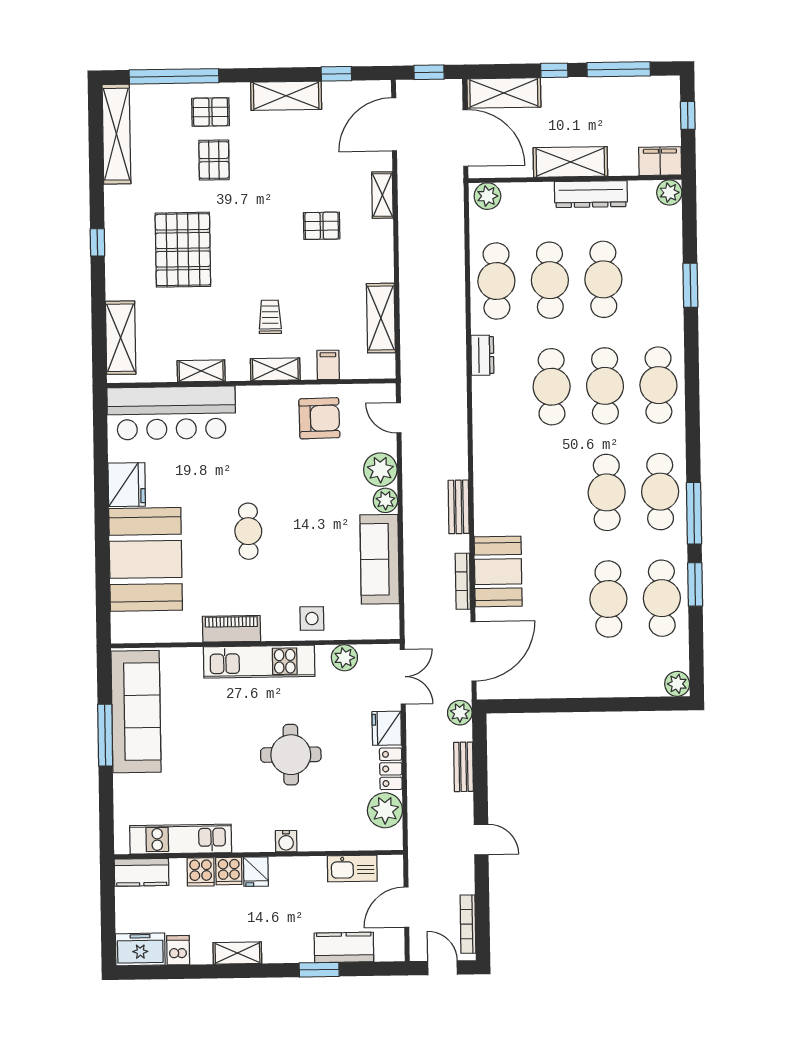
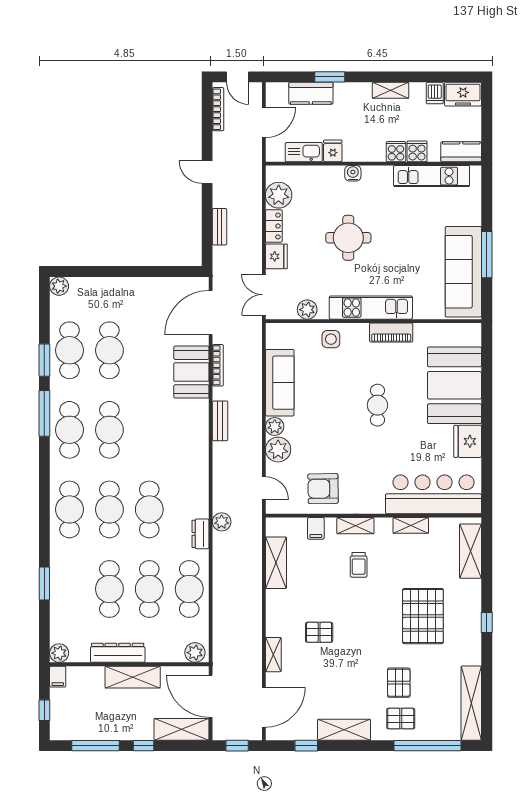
filing cabinet: (660, 161) -> (58, 677), width x0.50
plant: (460, 713) -> (222, 522), moved
fridge: (256, 872) -> (333, 151), moved

